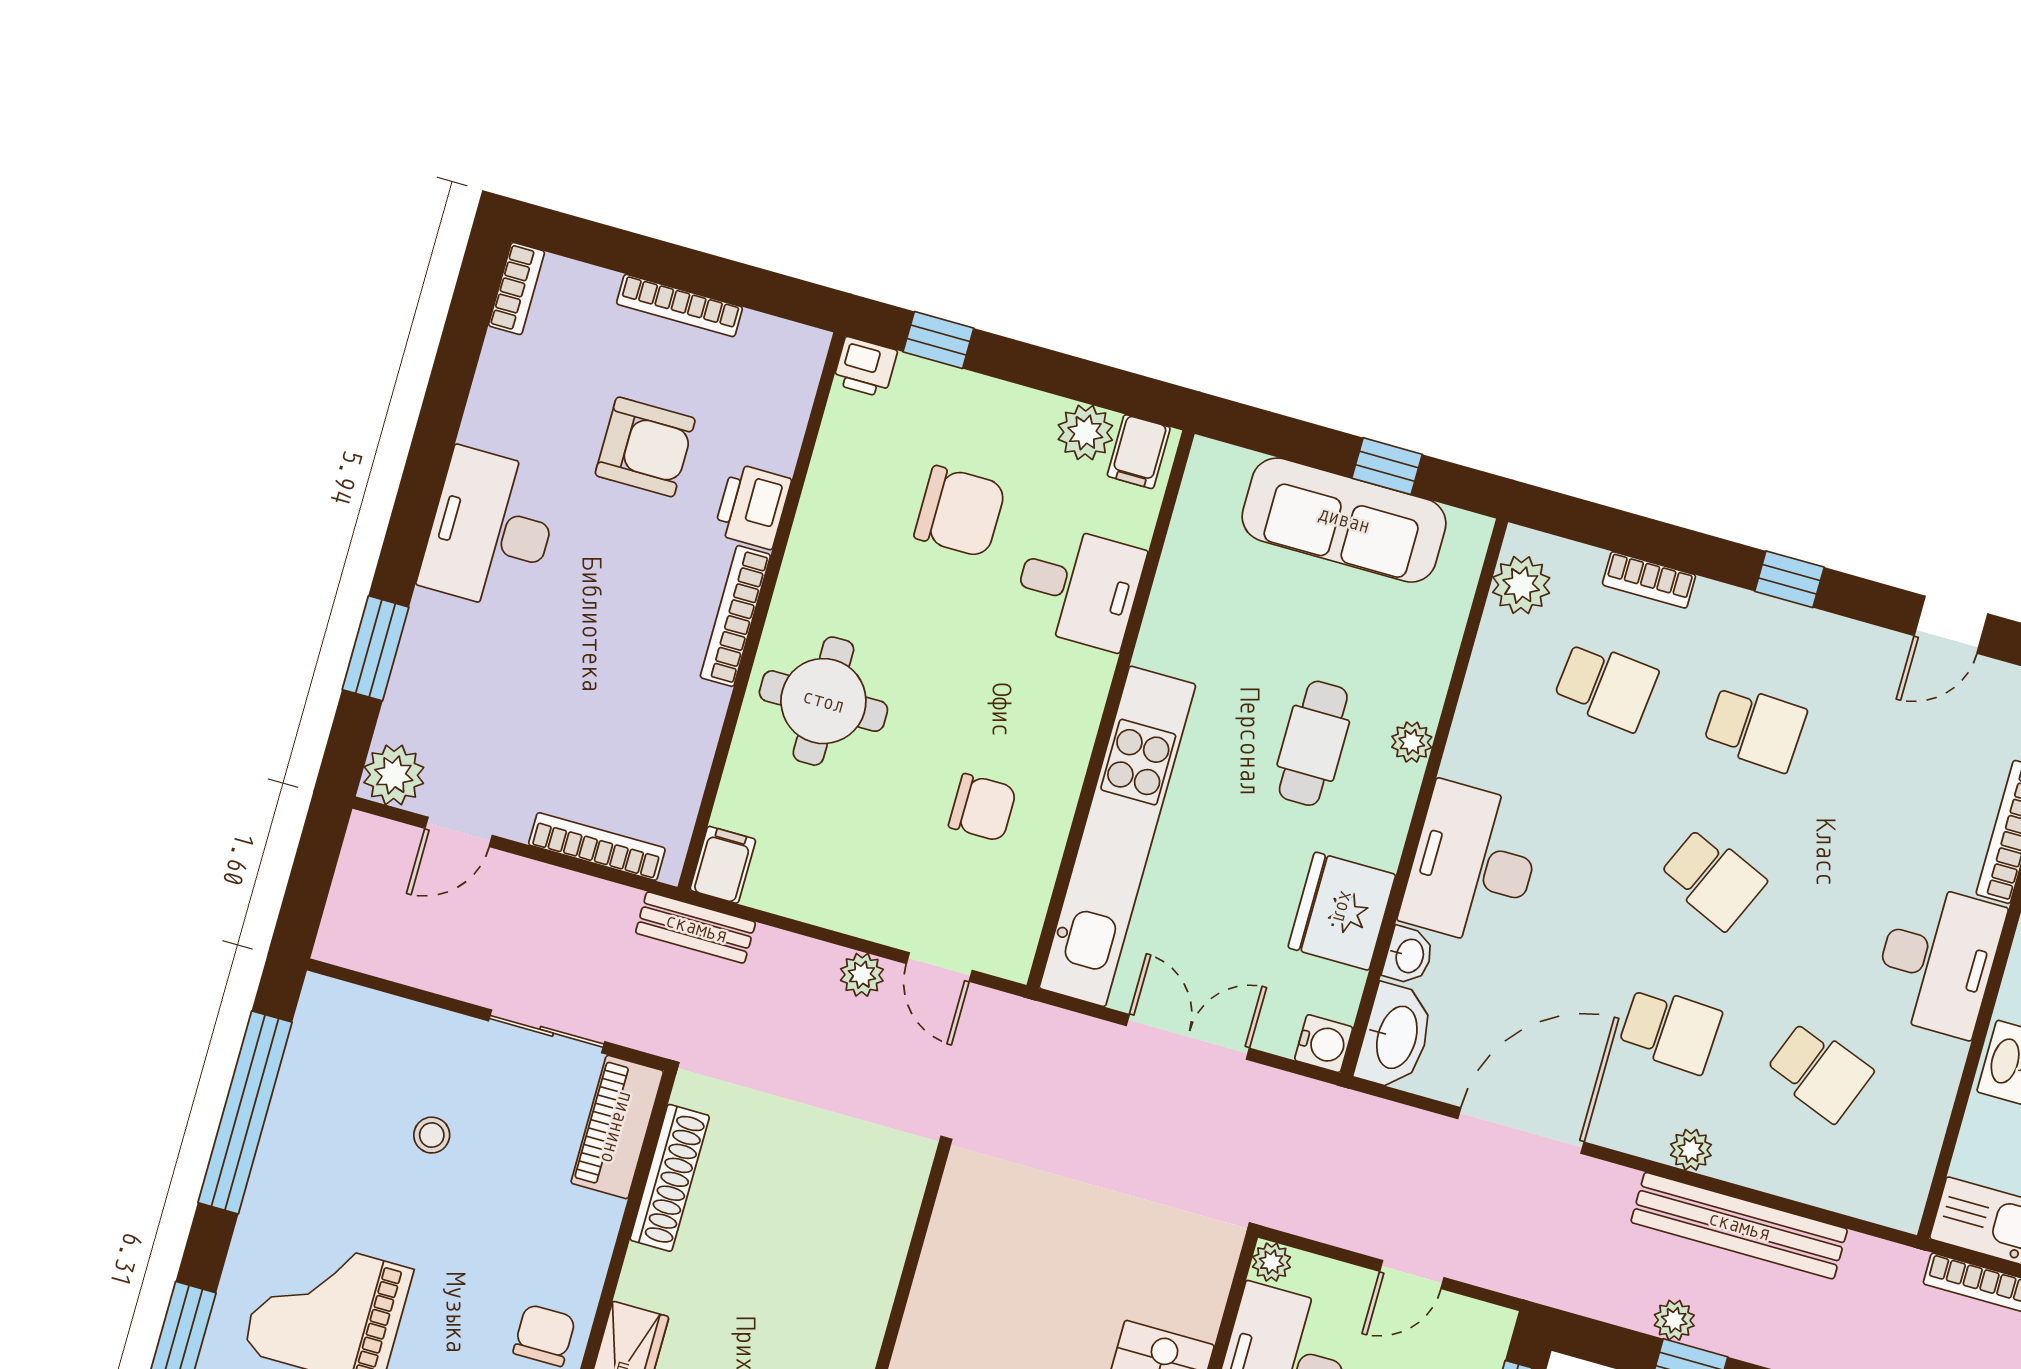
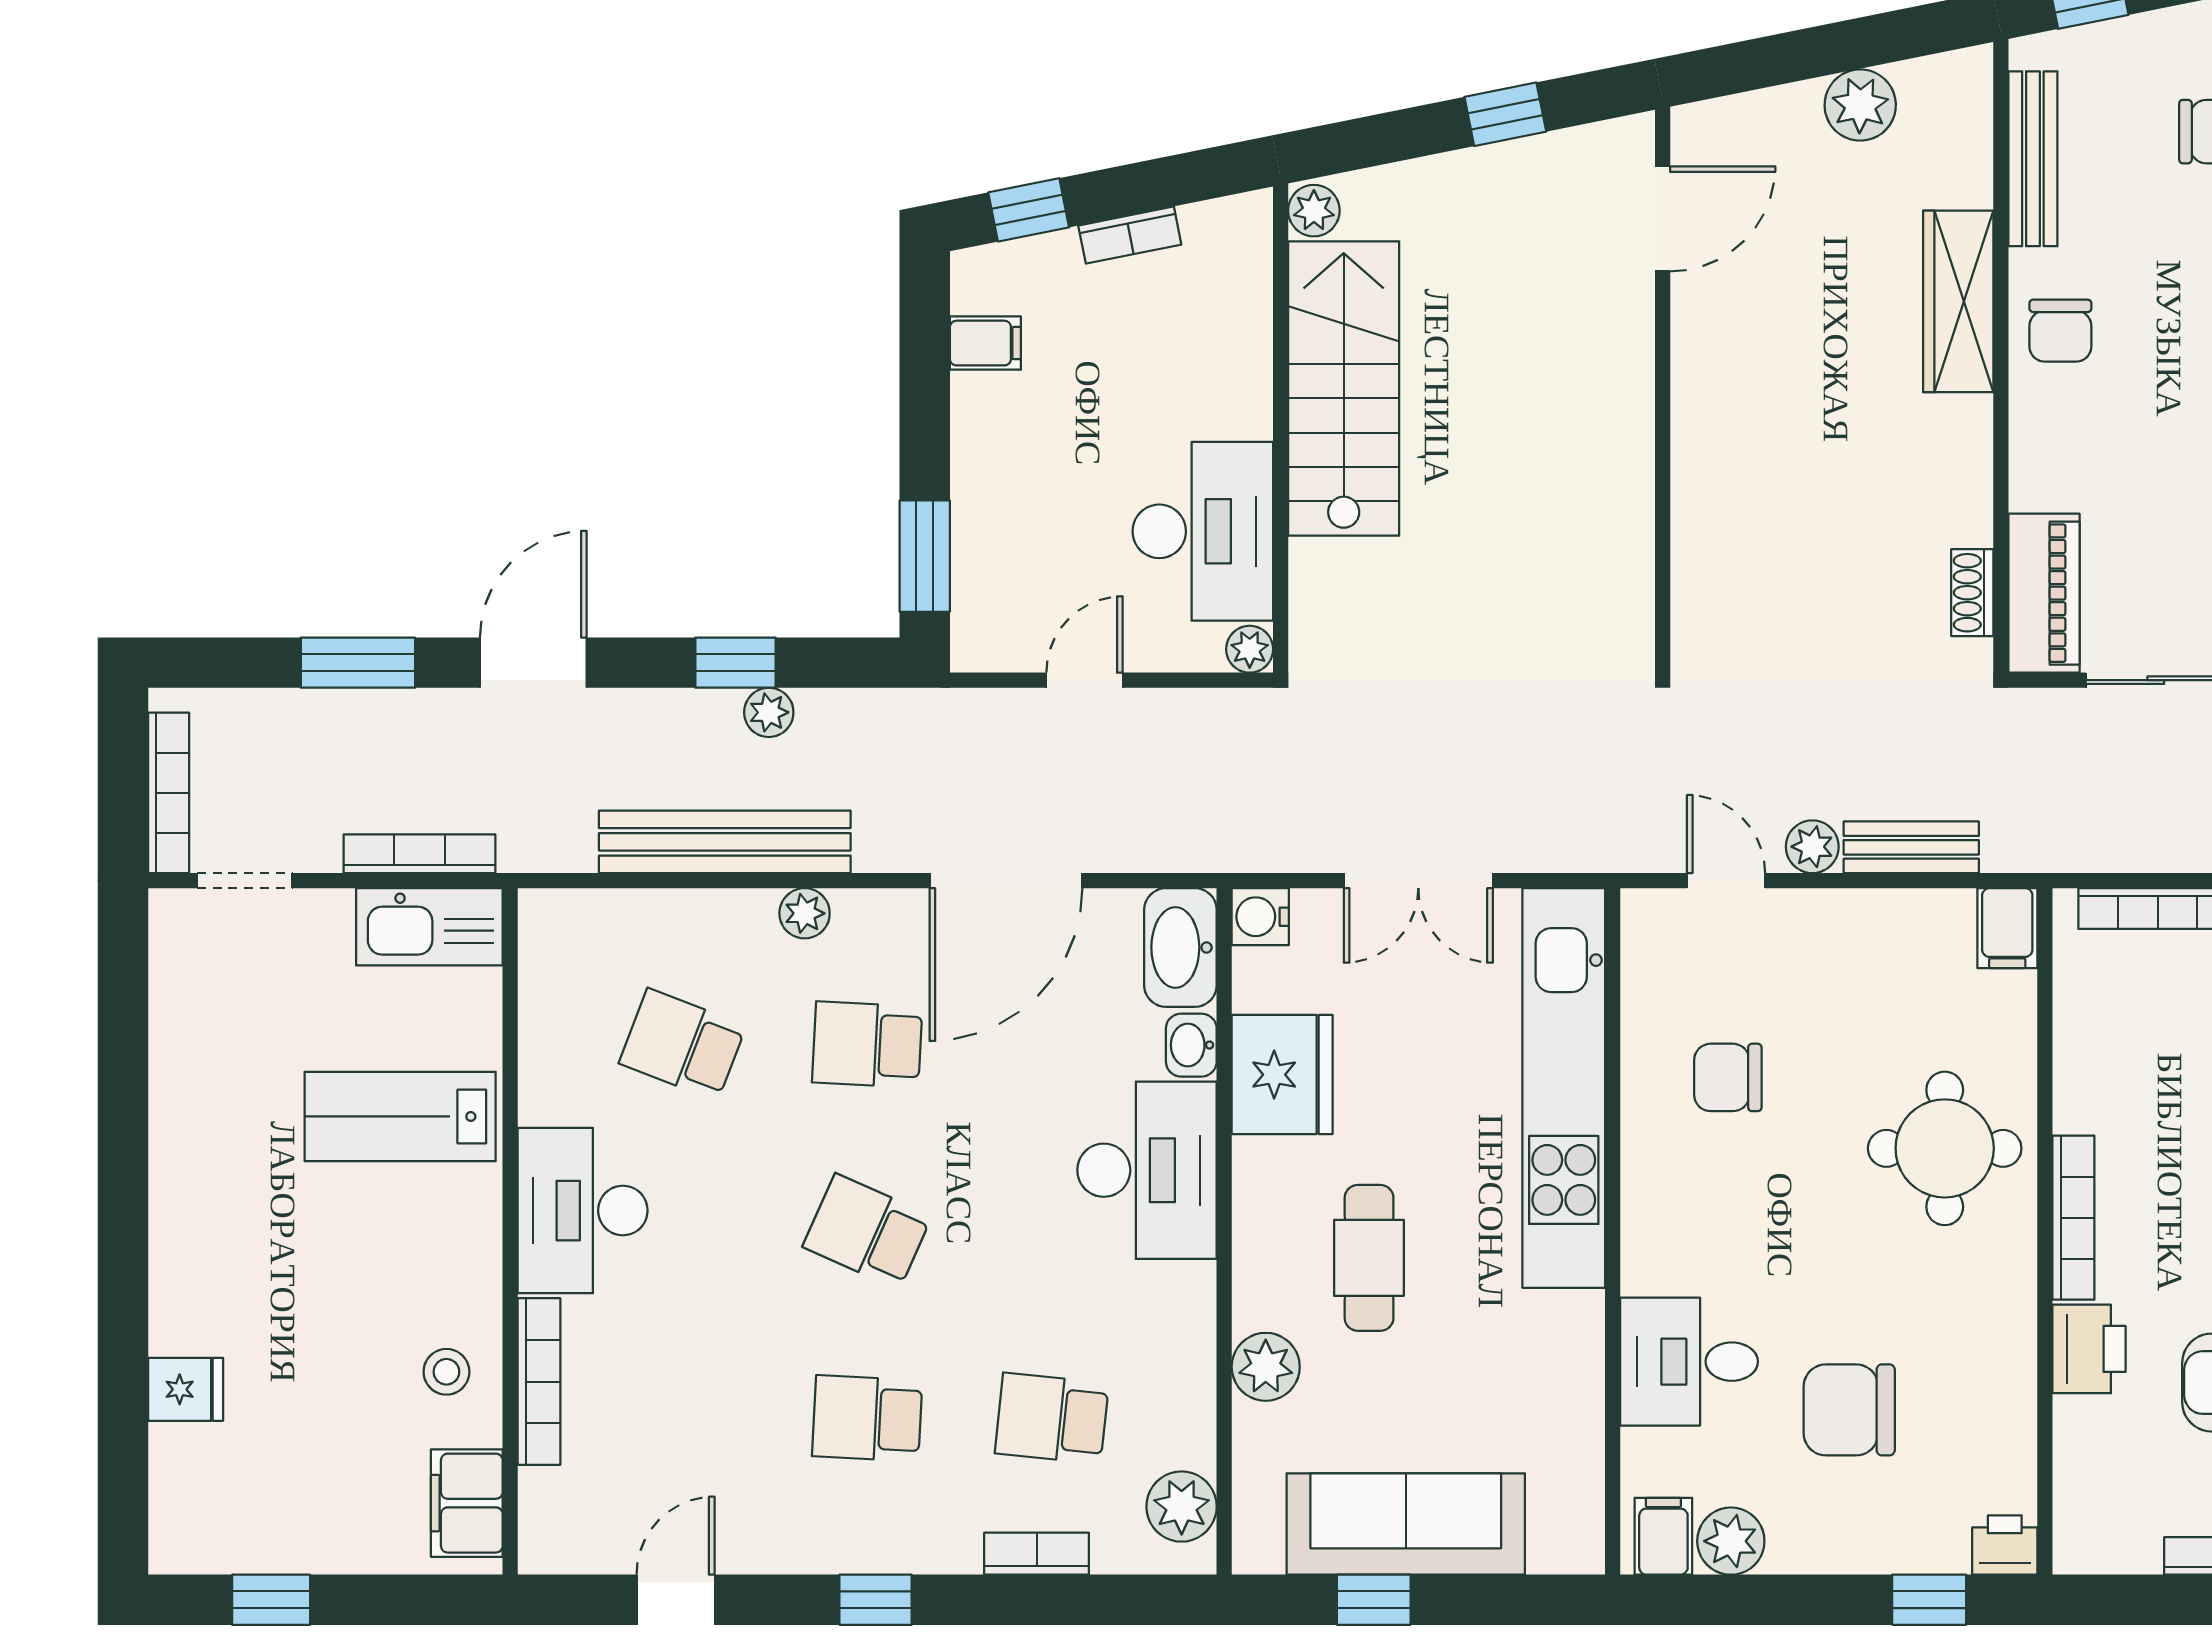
plant: (1412, 742) -> (1266, 1367), moved, width x1.38, depth x1.38
bench: (696, 928) -> (1911, 847), moved
shoe rack: (670, 1178) -> (1972, 593), width x0.51, depth x0.81

